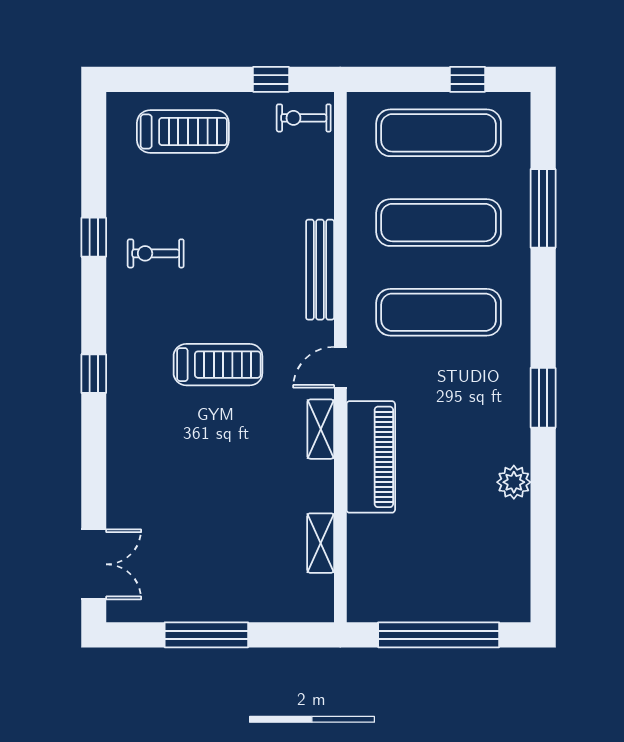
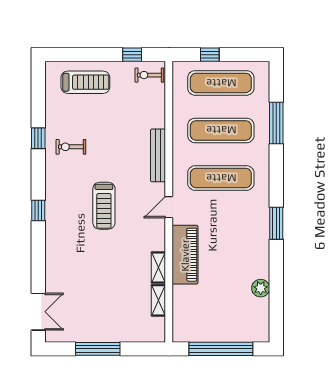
window: (468, 79) -> (210, 55), moved
treadmill: (218, 365) -> (104, 206), turned 90
shelving: (321, 429) -> (158, 267), moved
plant: (514, 482) -> (261, 288), moved

